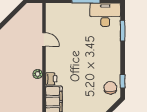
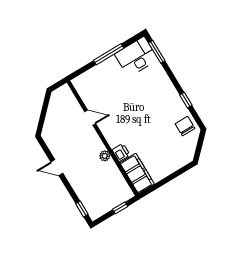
window: (123, 31) -> (157, 52), moved
window: (123, 81) -> (186, 100), moved

